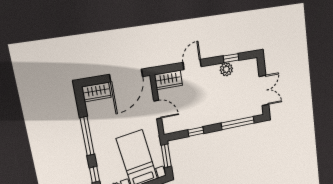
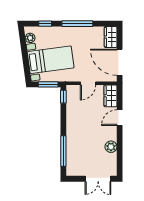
window: (231, 58) -> (120, 152), removed
door: (192, 65) -> (120, 118), swing flipped
double door: (264, 90) -> (98, 179), moved
window: (196, 132) -> (63, 97), moved

